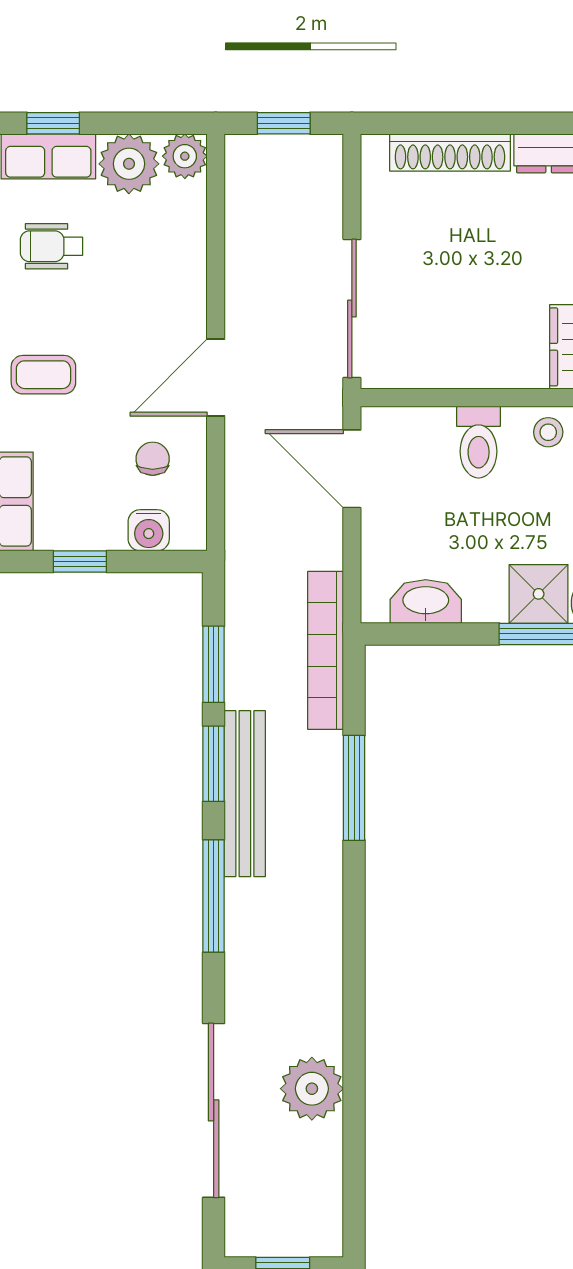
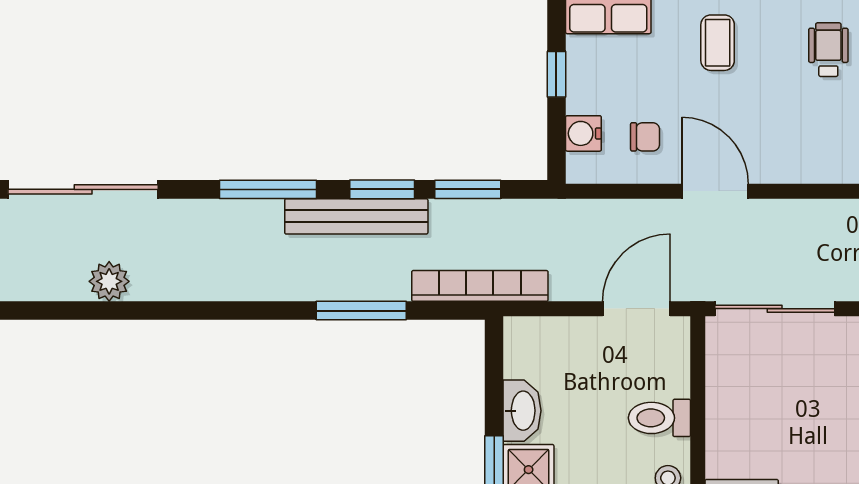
washbasin: (426, 601) -> (522, 411), moved
plant: (312, 1089) -> (109, 281), width x0.73, depth x0.73

